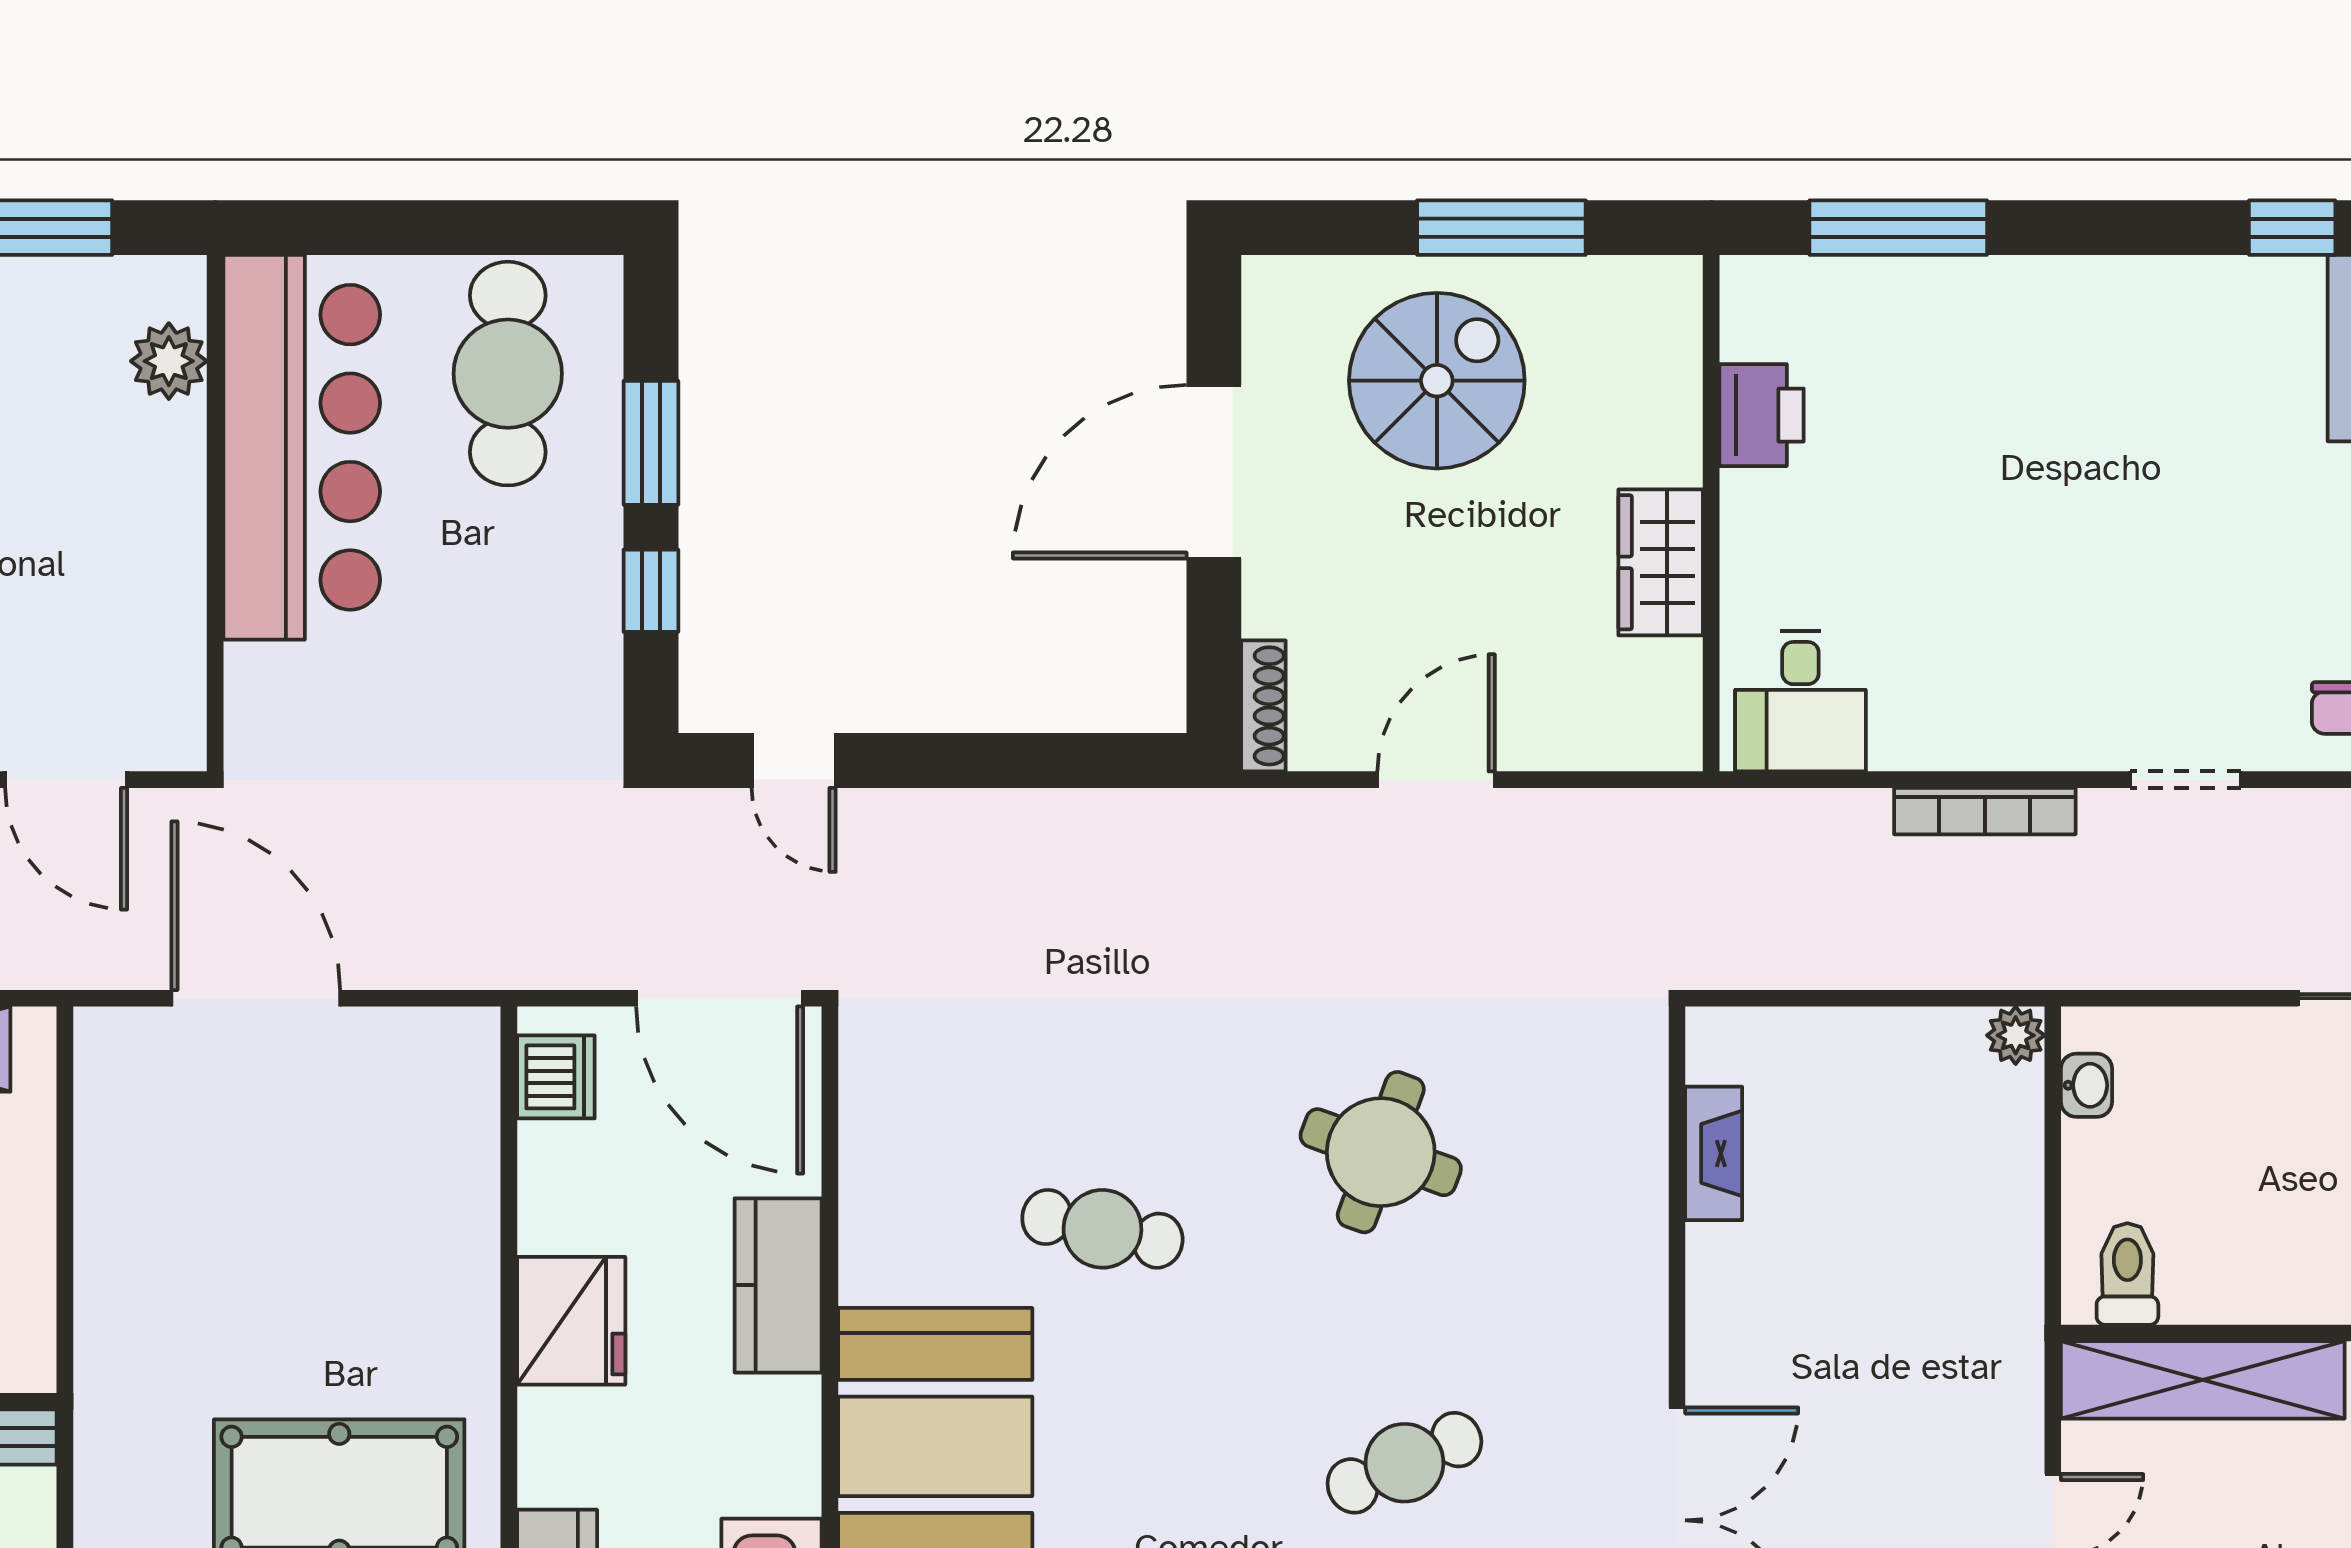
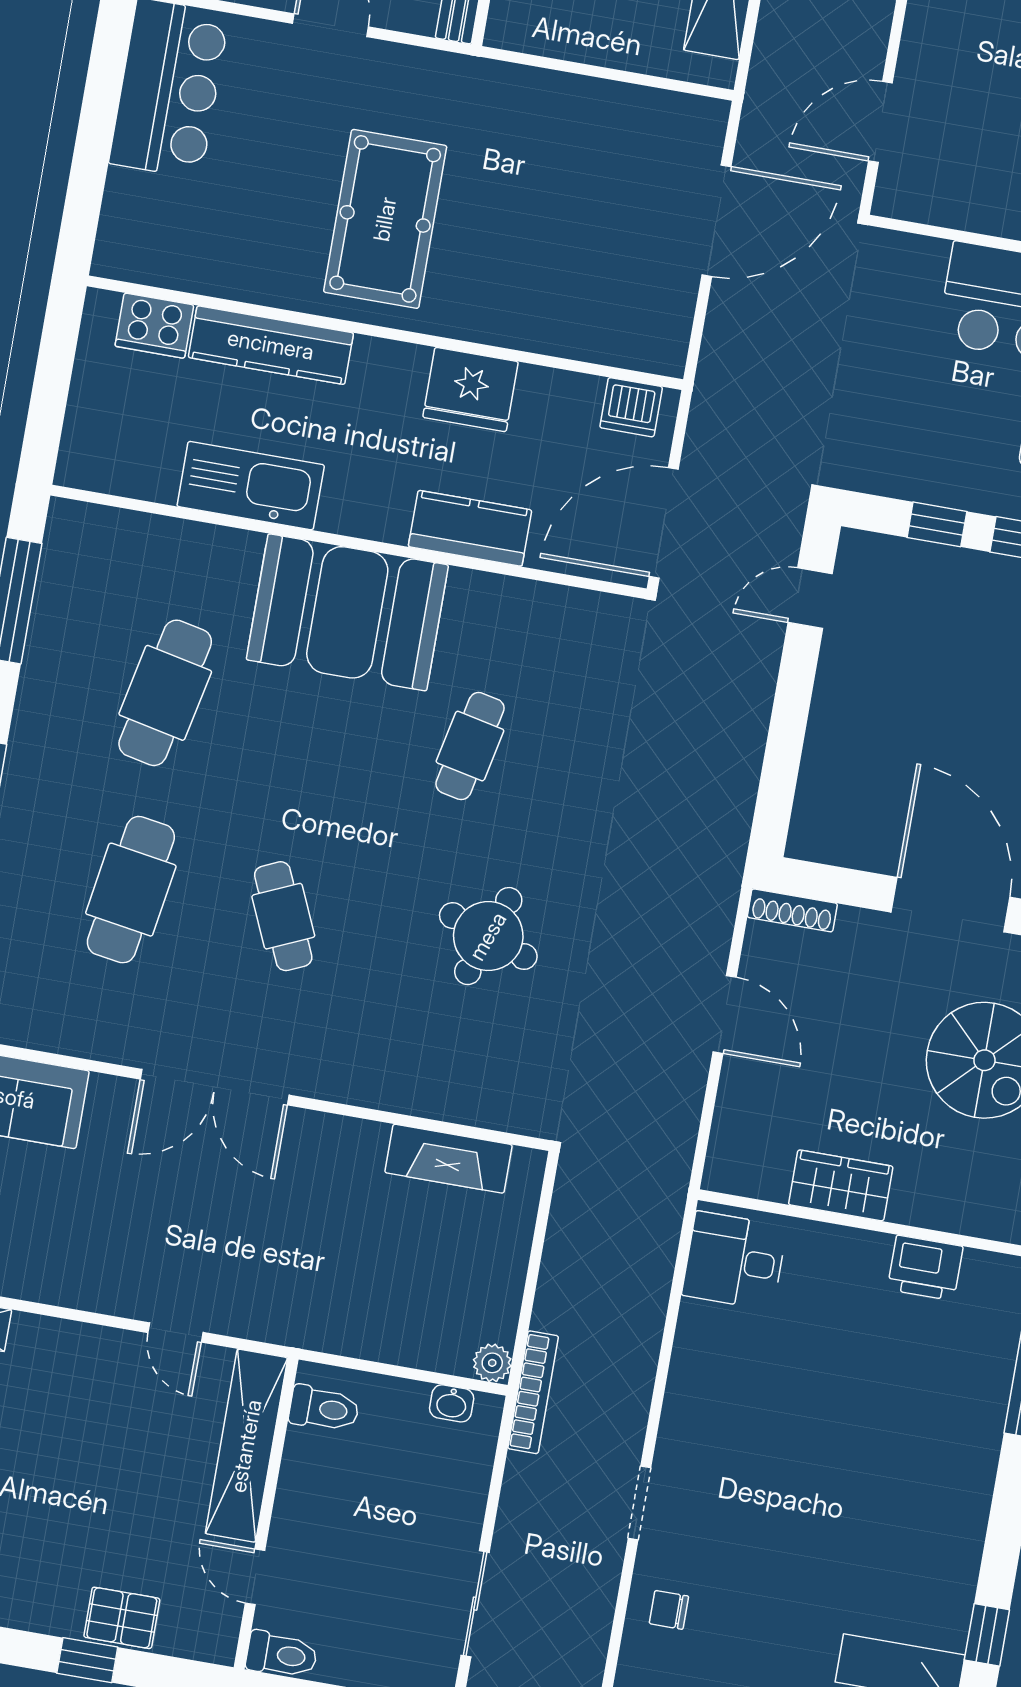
bookcase: (1985, 811) -> (533, 1392), moved, turned 180
fireplace: (1714, 1153) -> (449, 1159), width x1.37, depth x1.32

